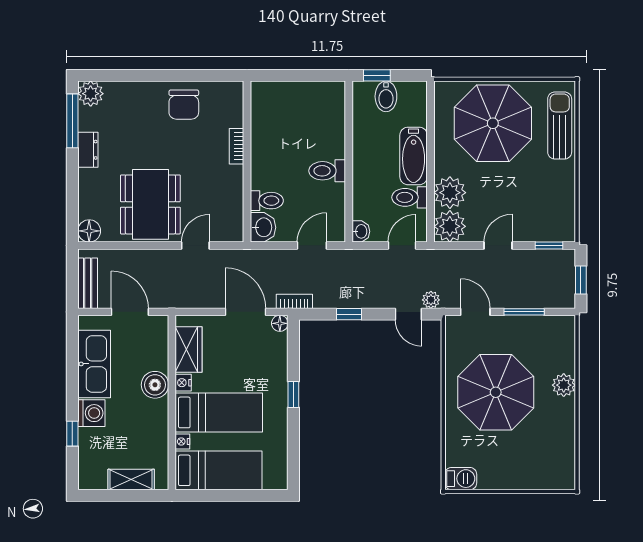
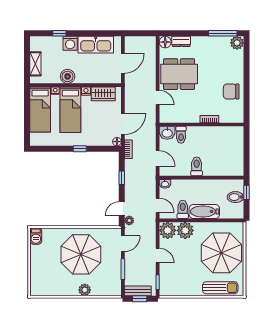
dresser: (88, 150) -> (181, 41), moved
bench: (88, 283) -> (138, 291), moved
boiler: (155, 385) -> (68, 76), moved

